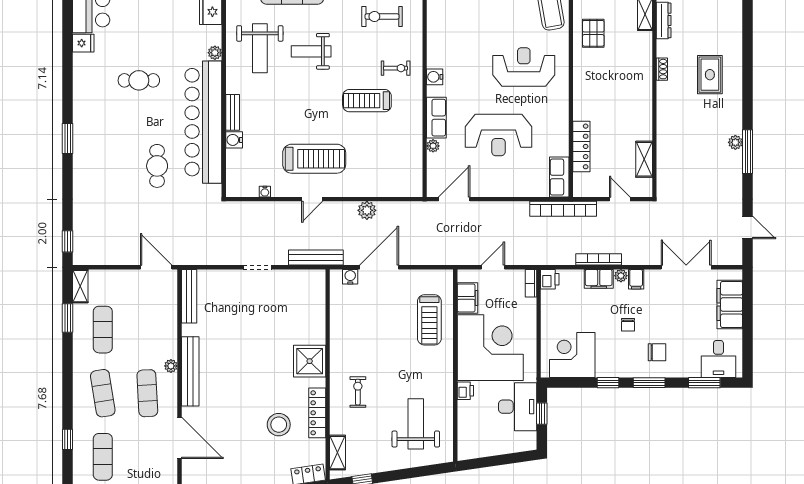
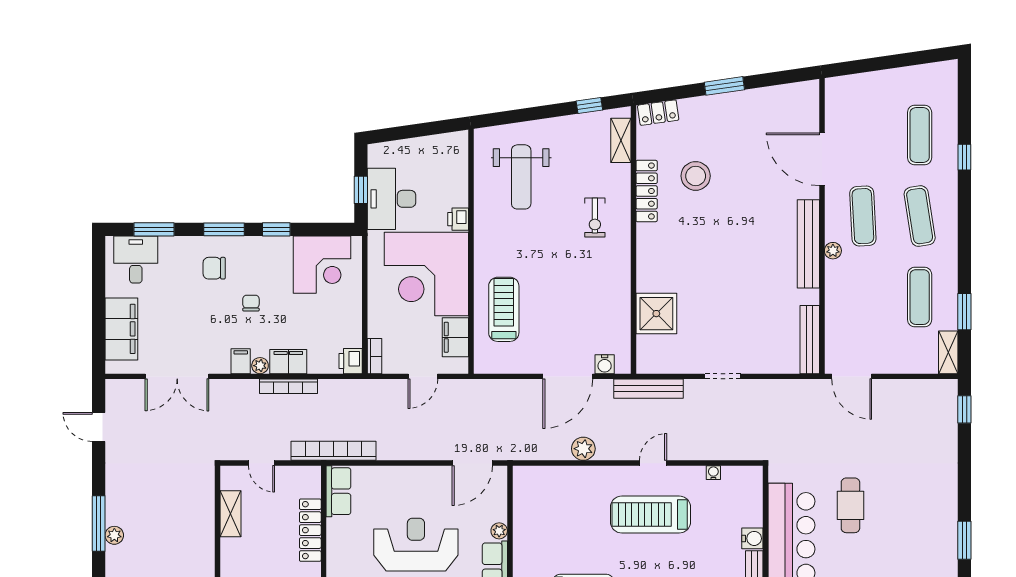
shower: (310, 361) -> (656, 314), moved

